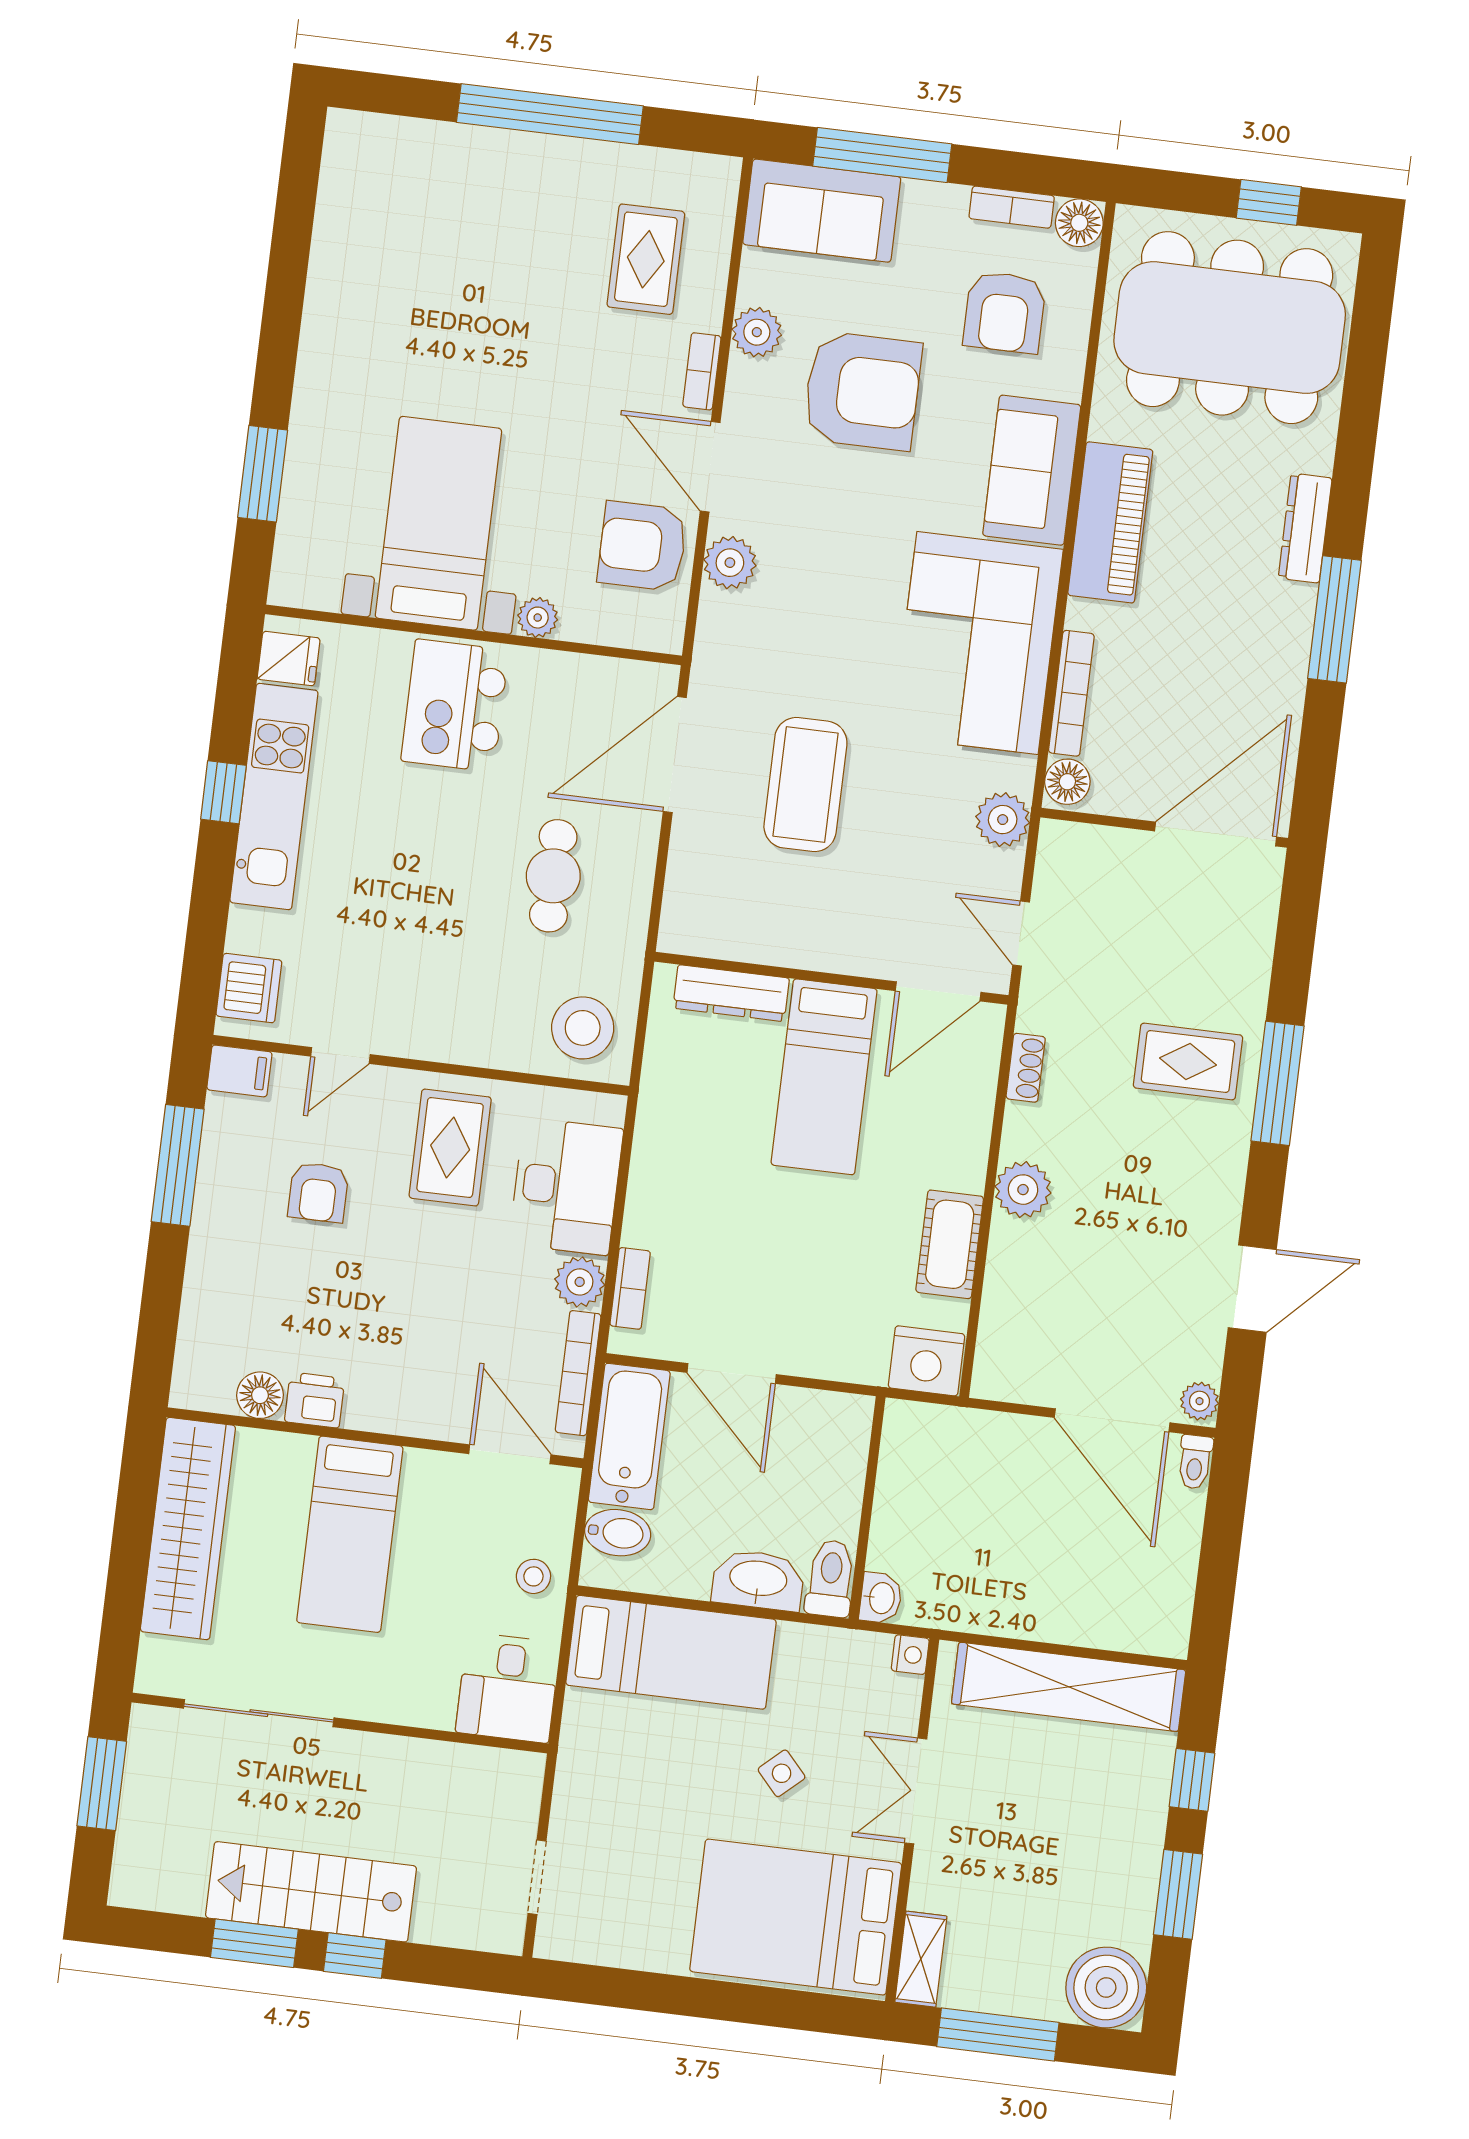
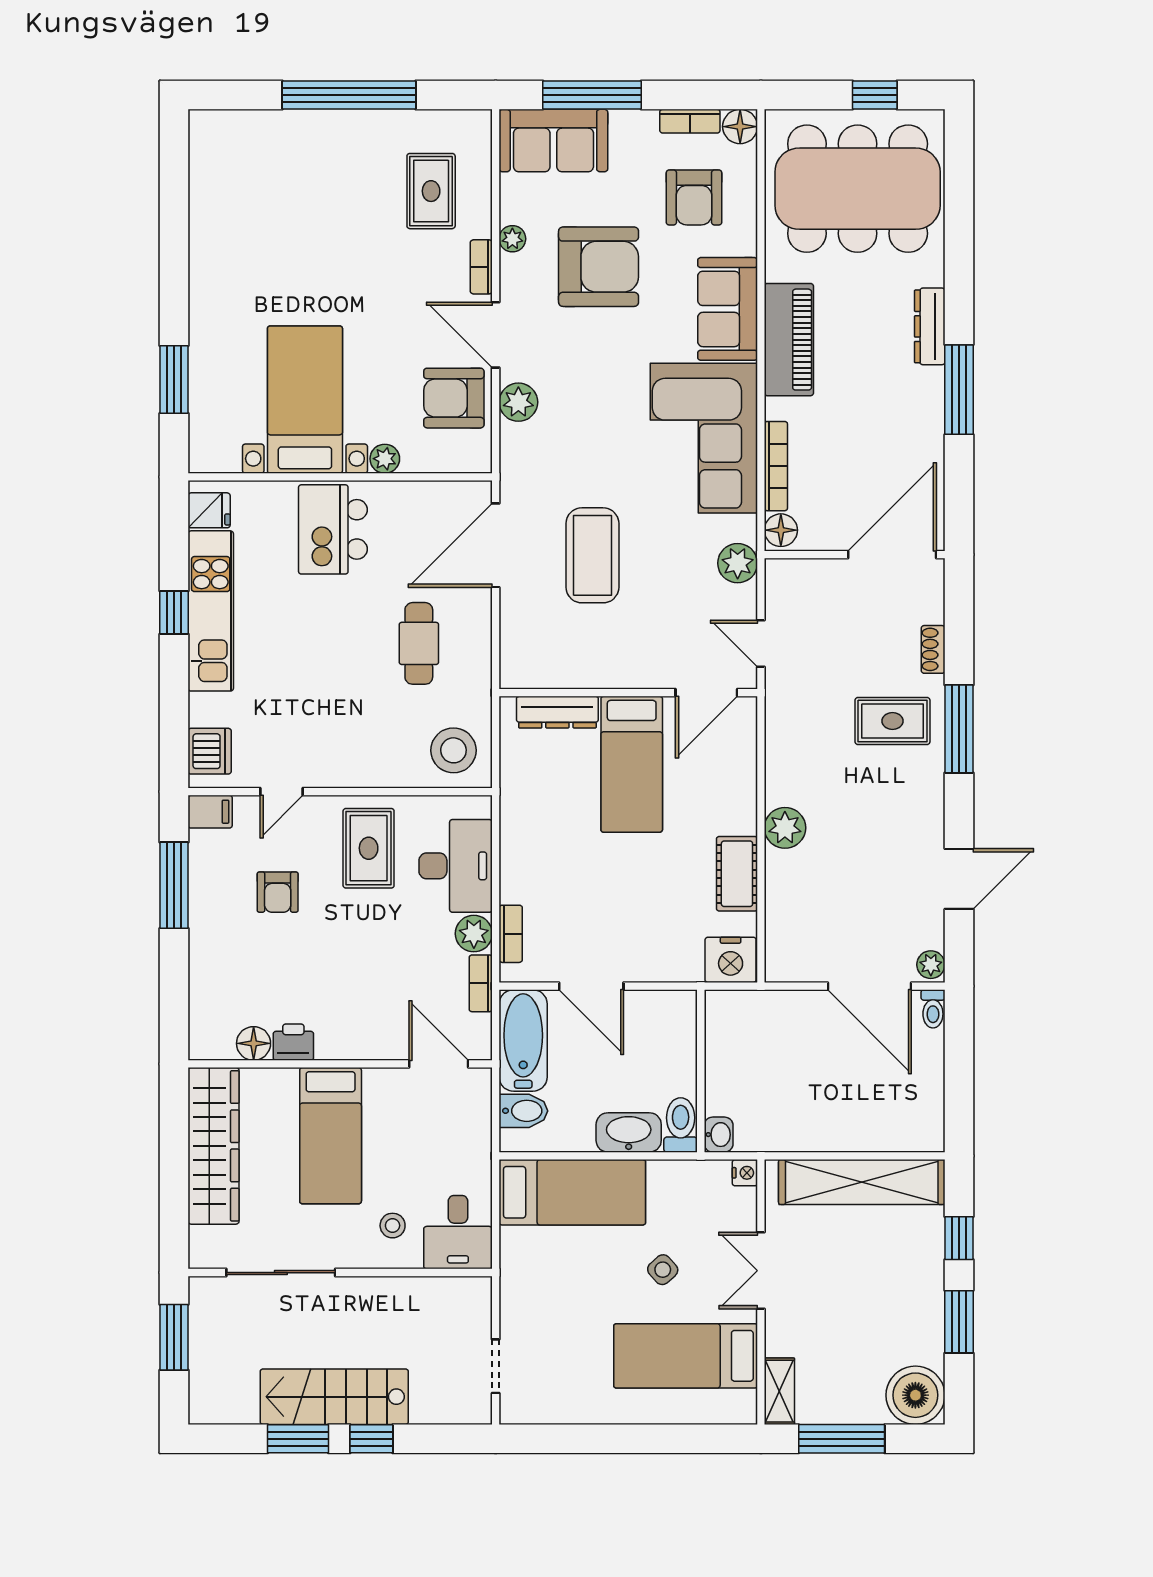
plant: (757, 332) -> (512, 239), width x0.73, depth x0.73
shoe rack: (1026, 1068) -> (933, 649), moved, turned 180
bookcase: (578, 1373) -> (481, 983), width x0.64
stool: (533, 1576) -> (393, 1226), moved
bed: (796, 1917) -> (686, 1356), width x0.67

